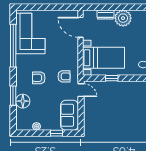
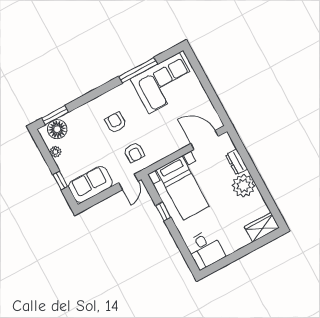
door: (80, 27) -> (205, 140), hinge flipped
window: (13, 46) -> (138, 70), width x0.68
window: (13, 96) -> (55, 115), moved
floor lamp: (23, 101) -> (57, 129), moved

